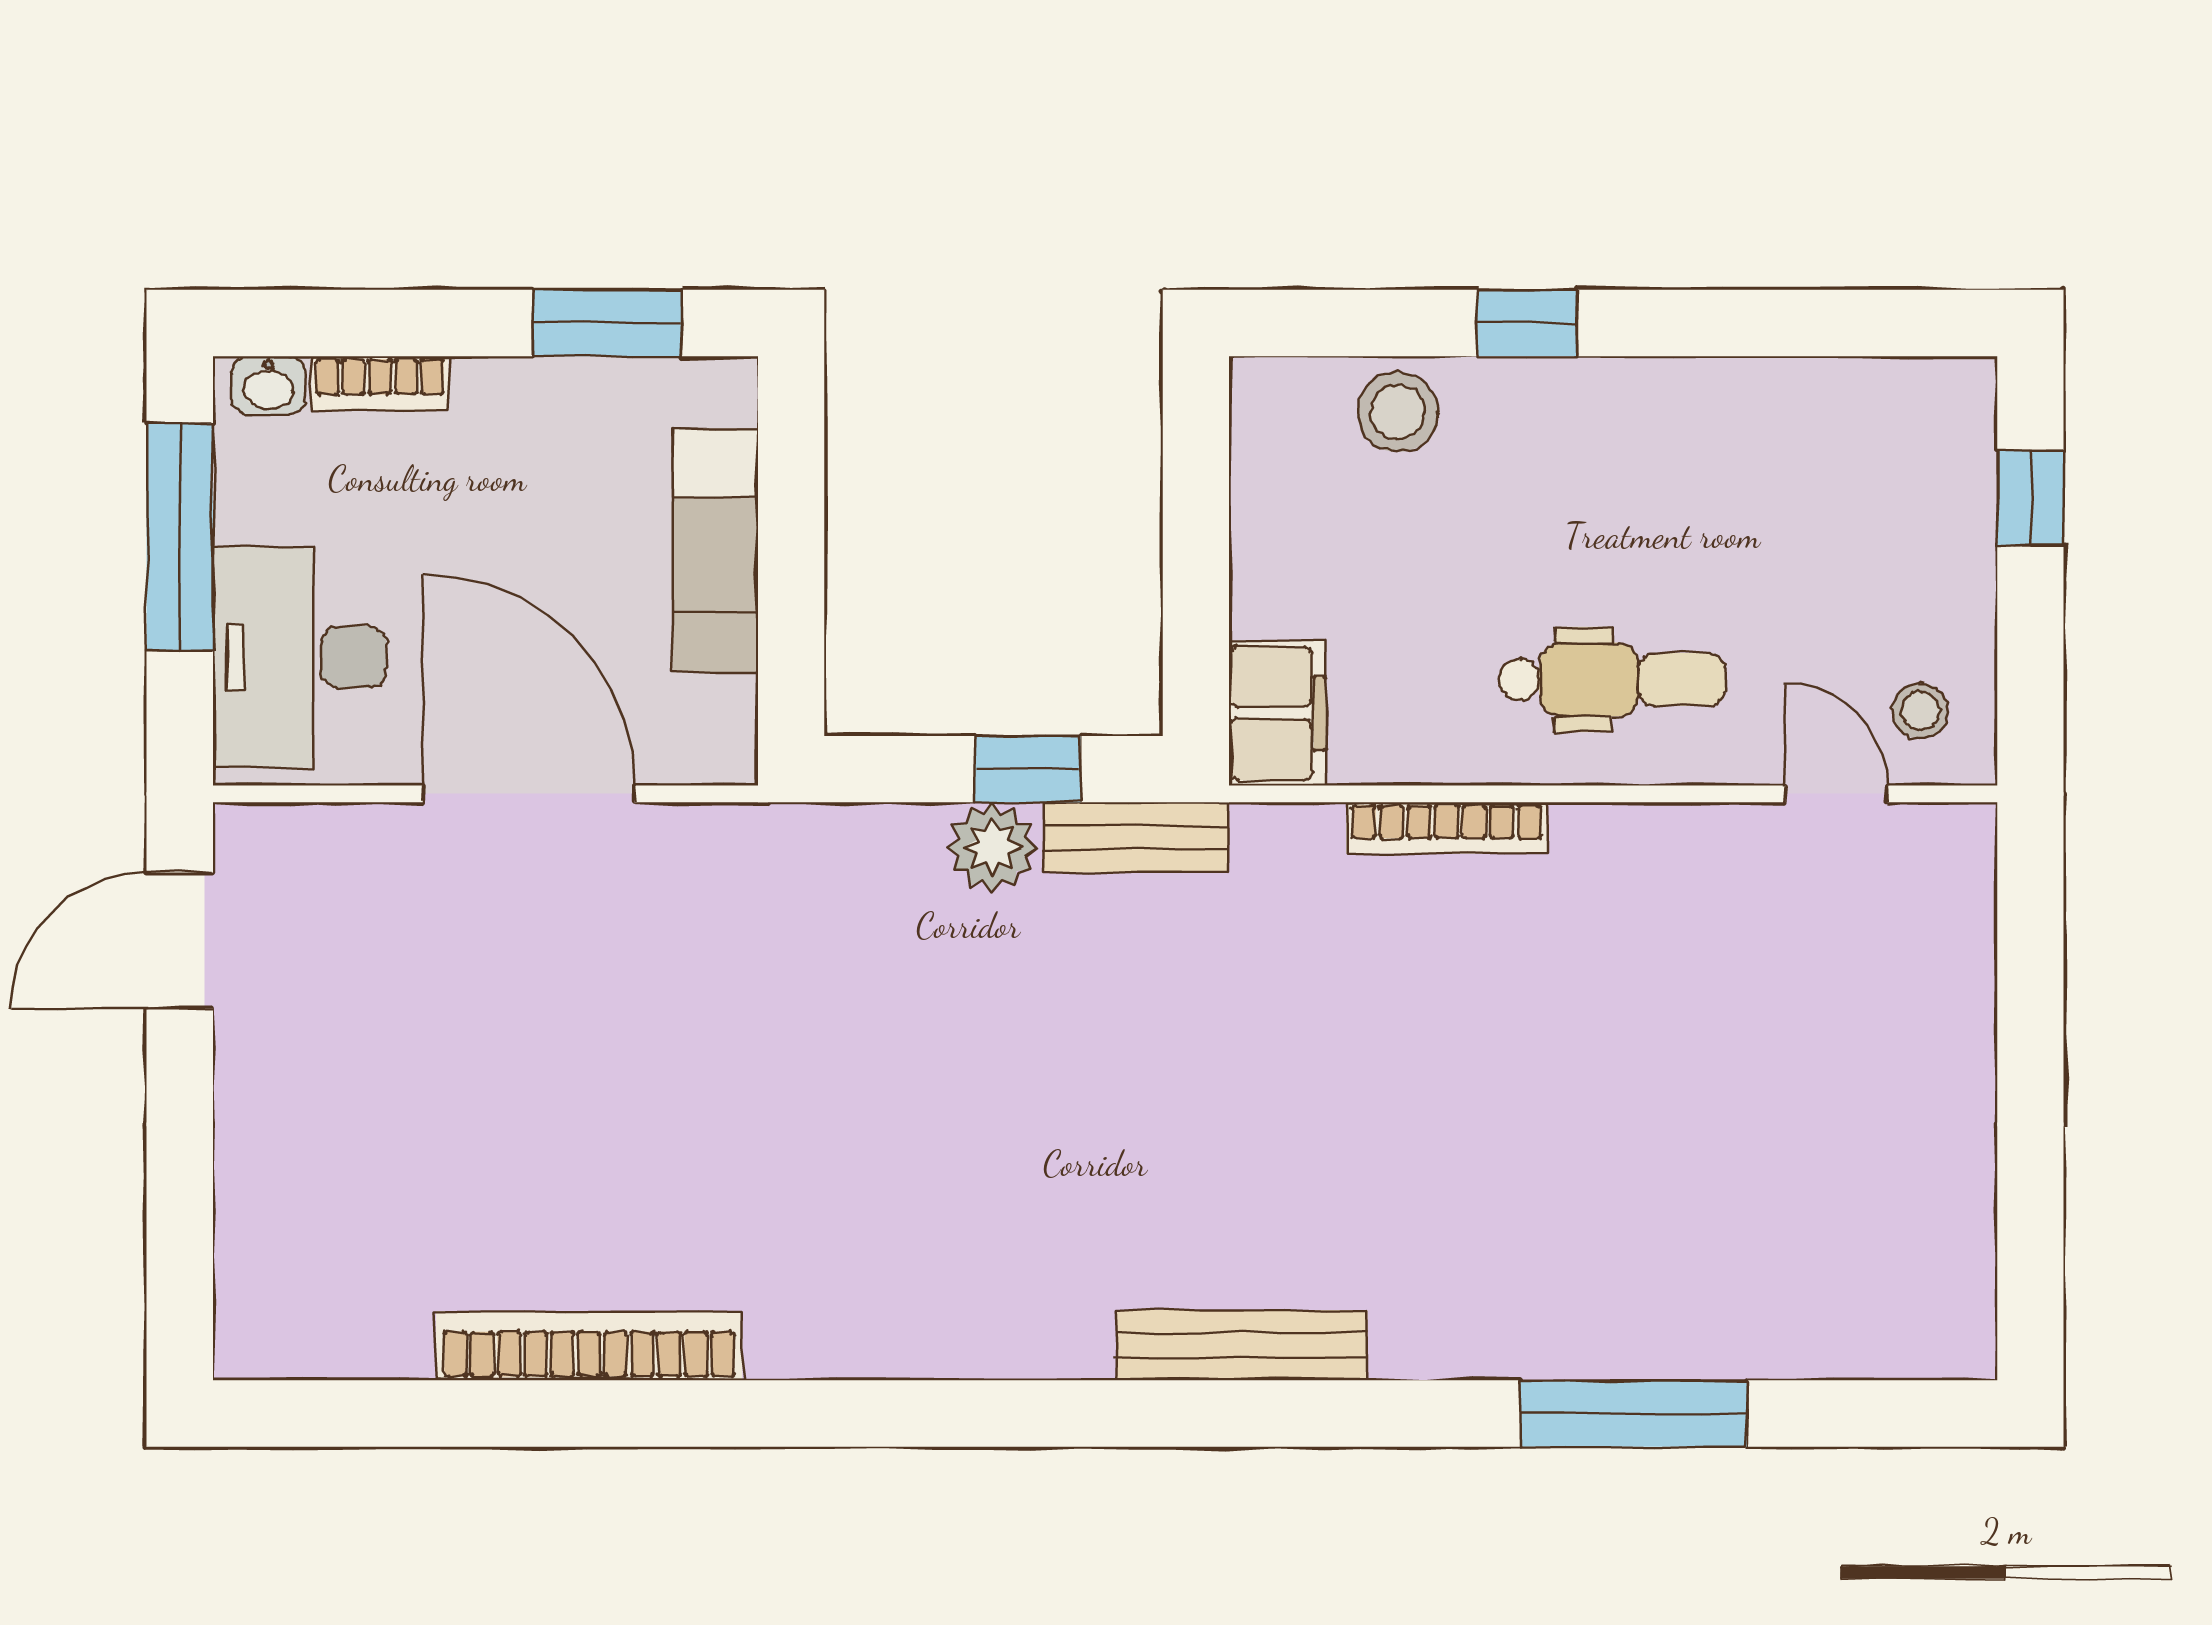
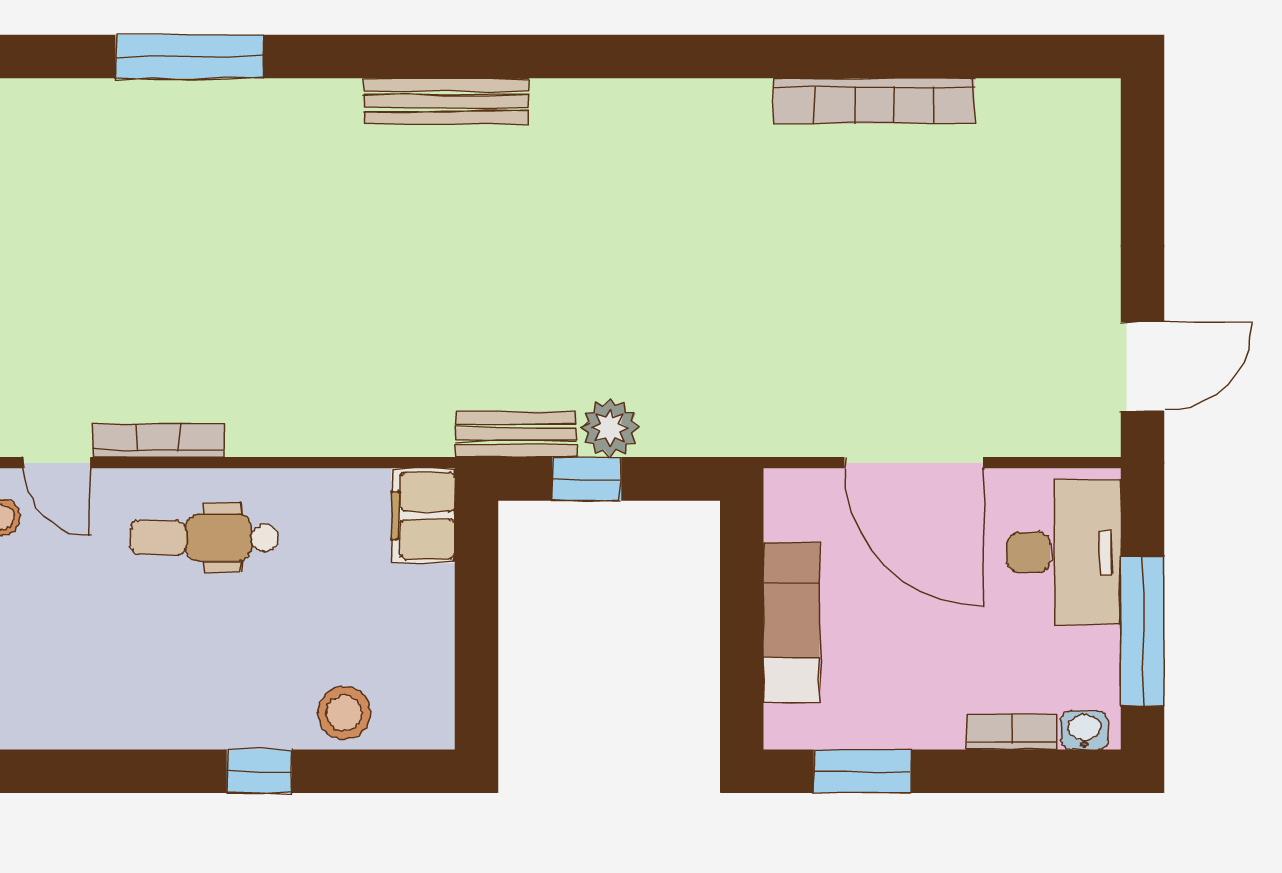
bookcase: (1447, 828) -> (158, 440), moved

